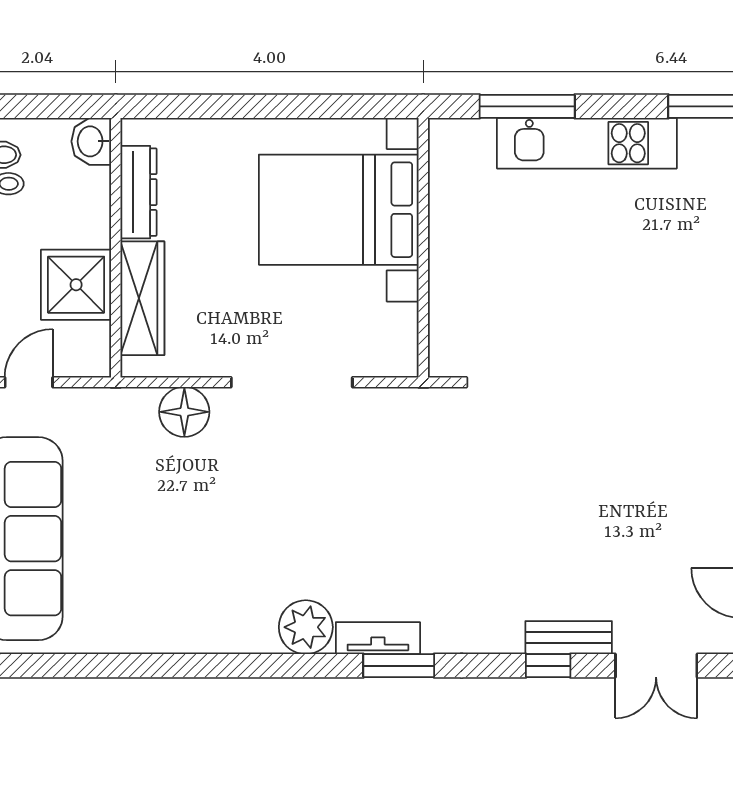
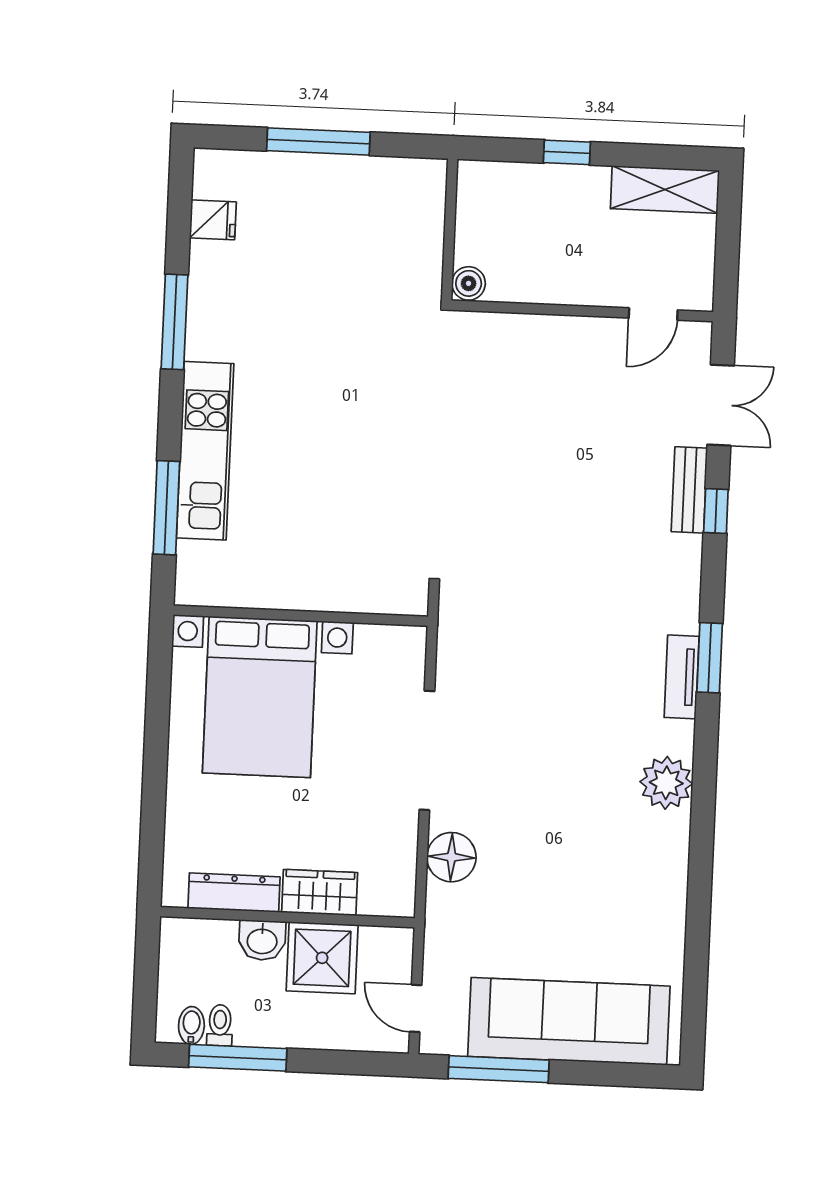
washbasin: (91, 141) -> (262, 940), moved
wardrobe: (142, 298) -> (320, 892), width x0.67
plant: (306, 627) -> (666, 783), moved

